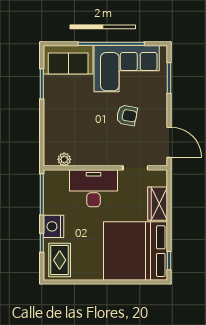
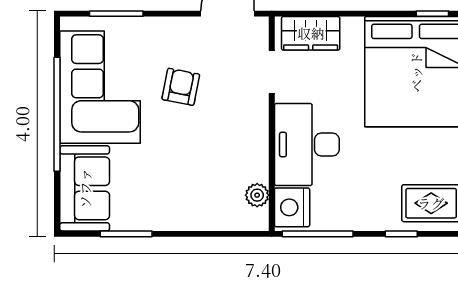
wardrobe: (158, 204) -> (311, 33), moved
nightstand: (54, 226) -> (292, 207), moved, turned 90

